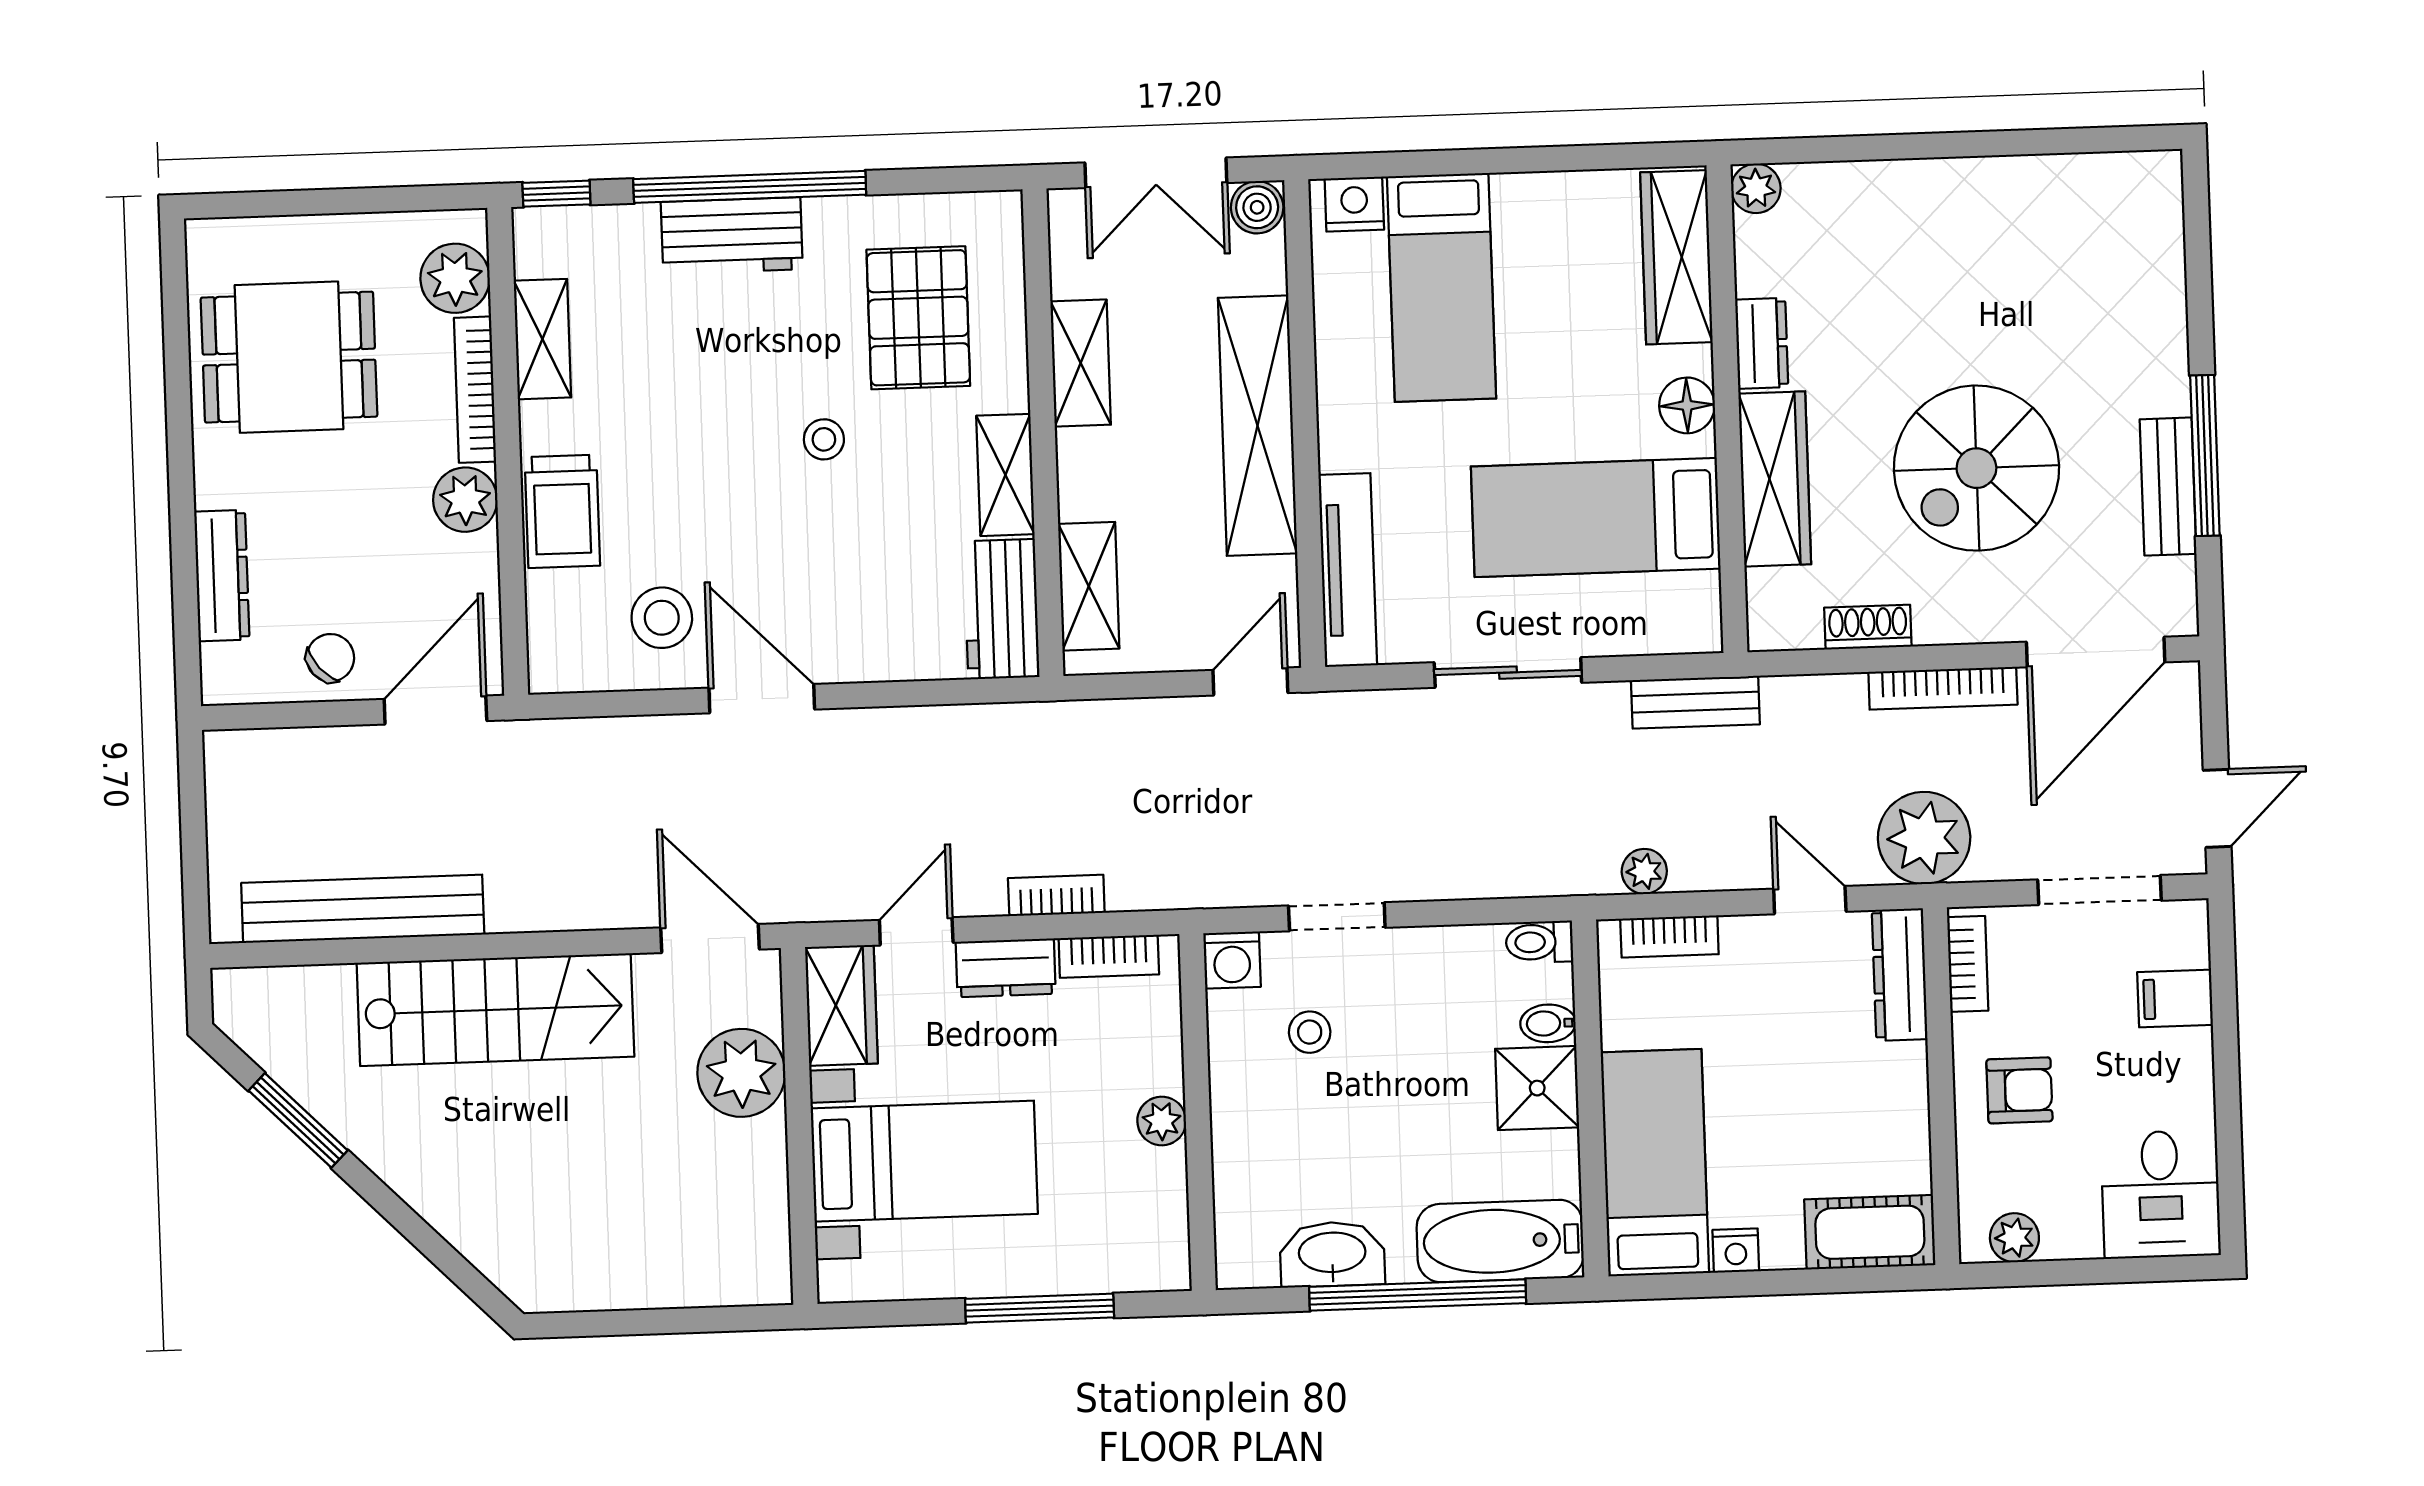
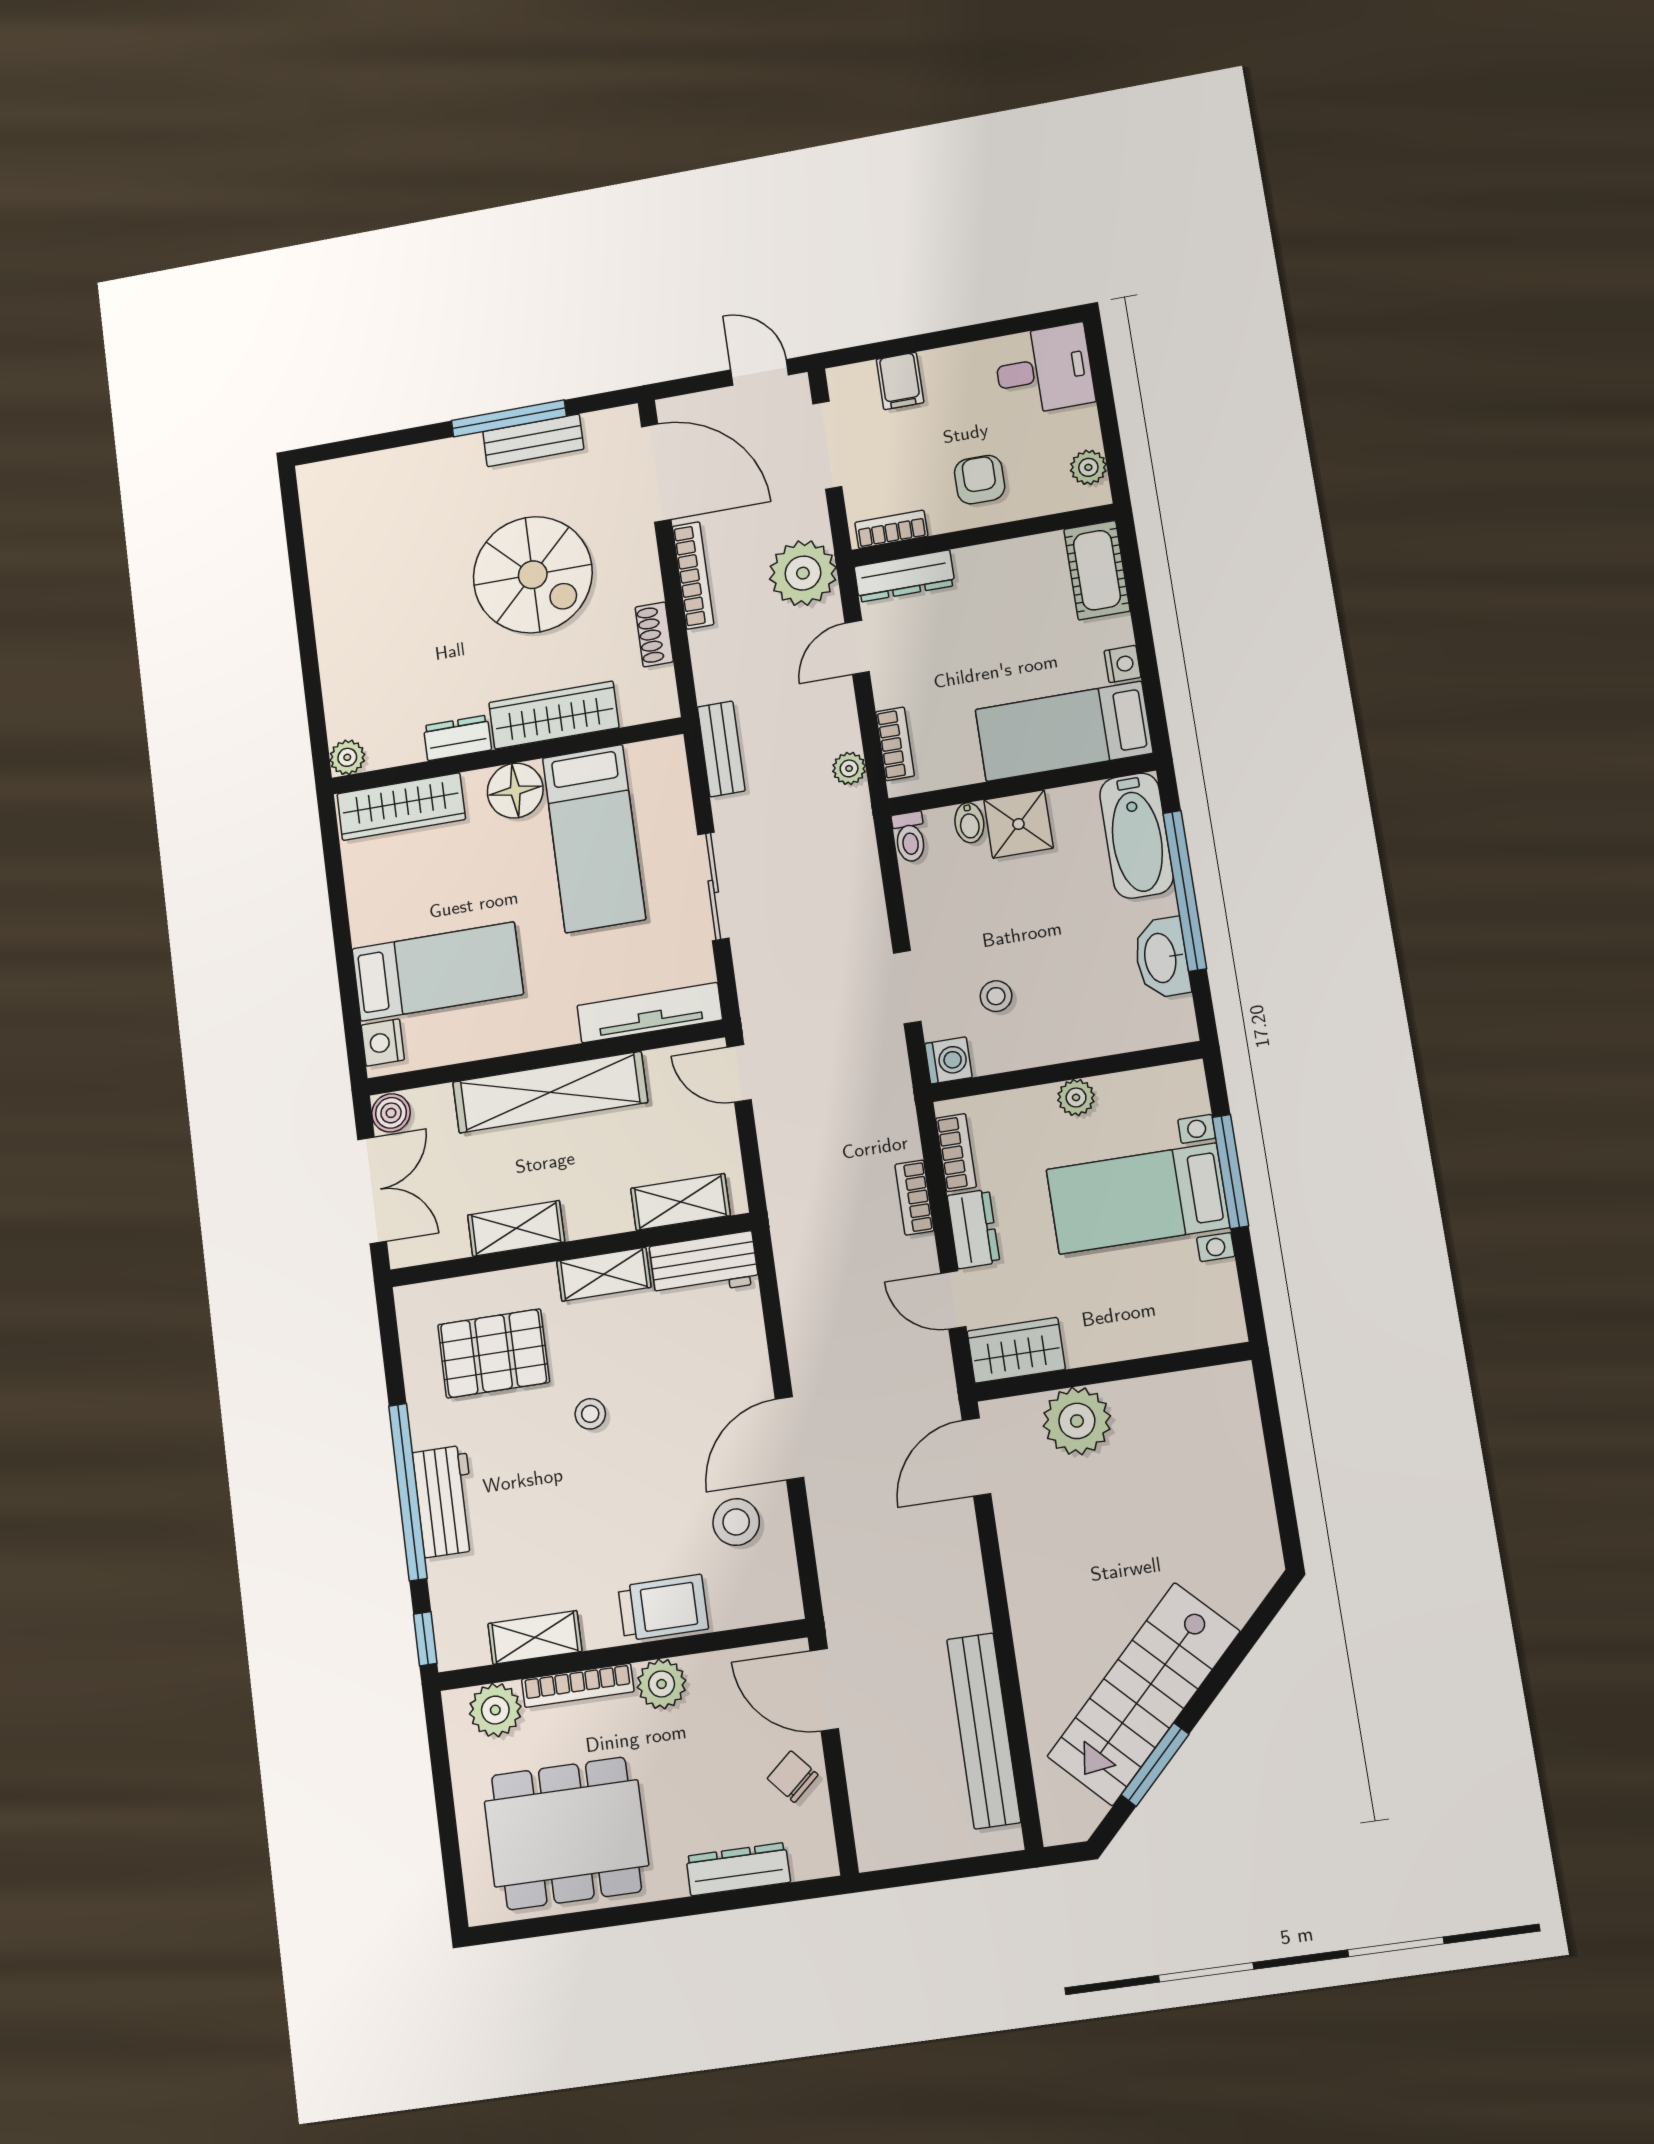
dining table: (289, 357) -> (566, 1833), width x1.38
floor lamp: (1687, 405) -> (515, 791), width x1.38, depth x1.38
stairs: (495, 1010) -> (1144, 1694), moved, turned -135
bed with nightstands: (924, 1161) -> (1138, 1199), moved, turned -90

